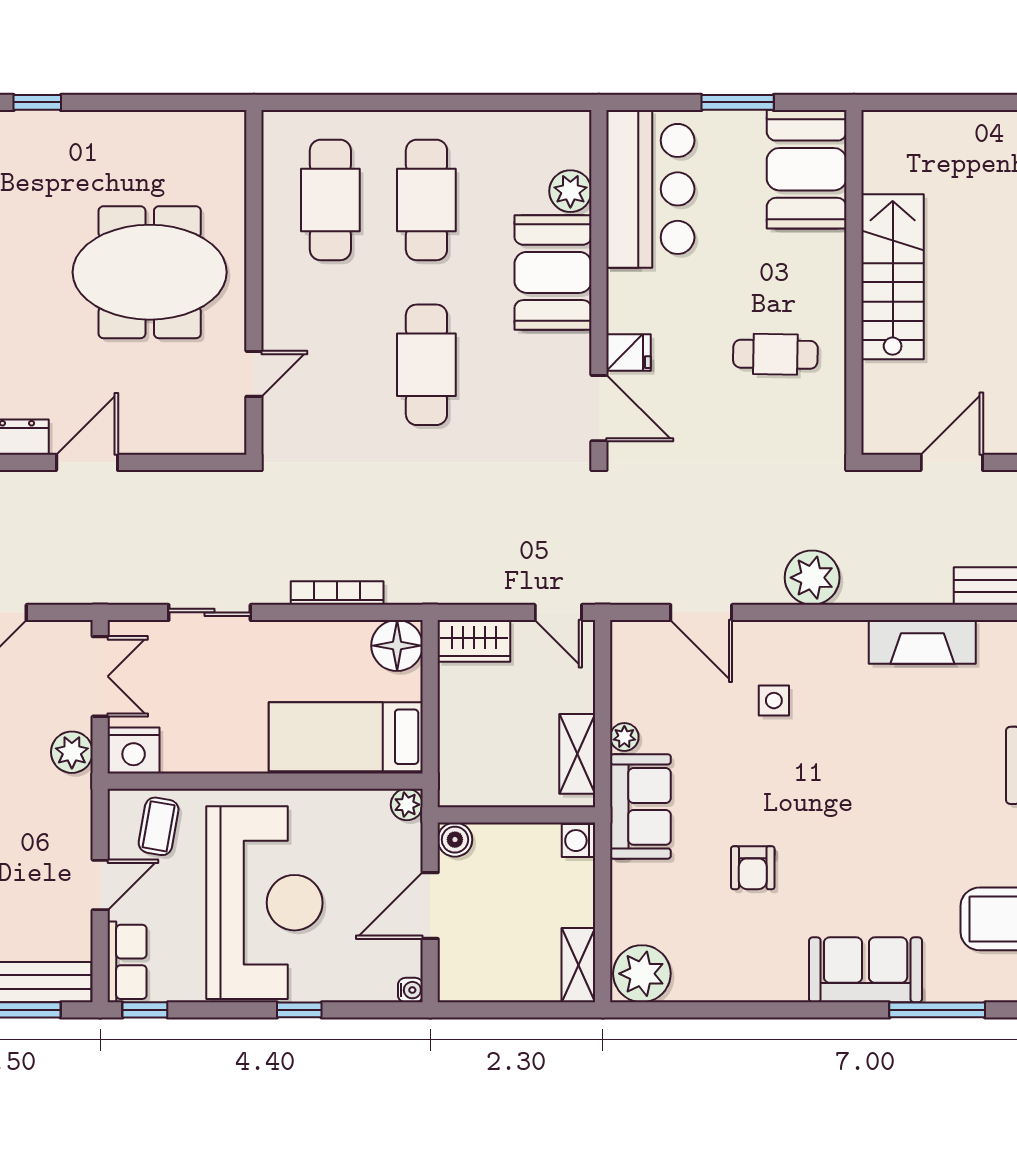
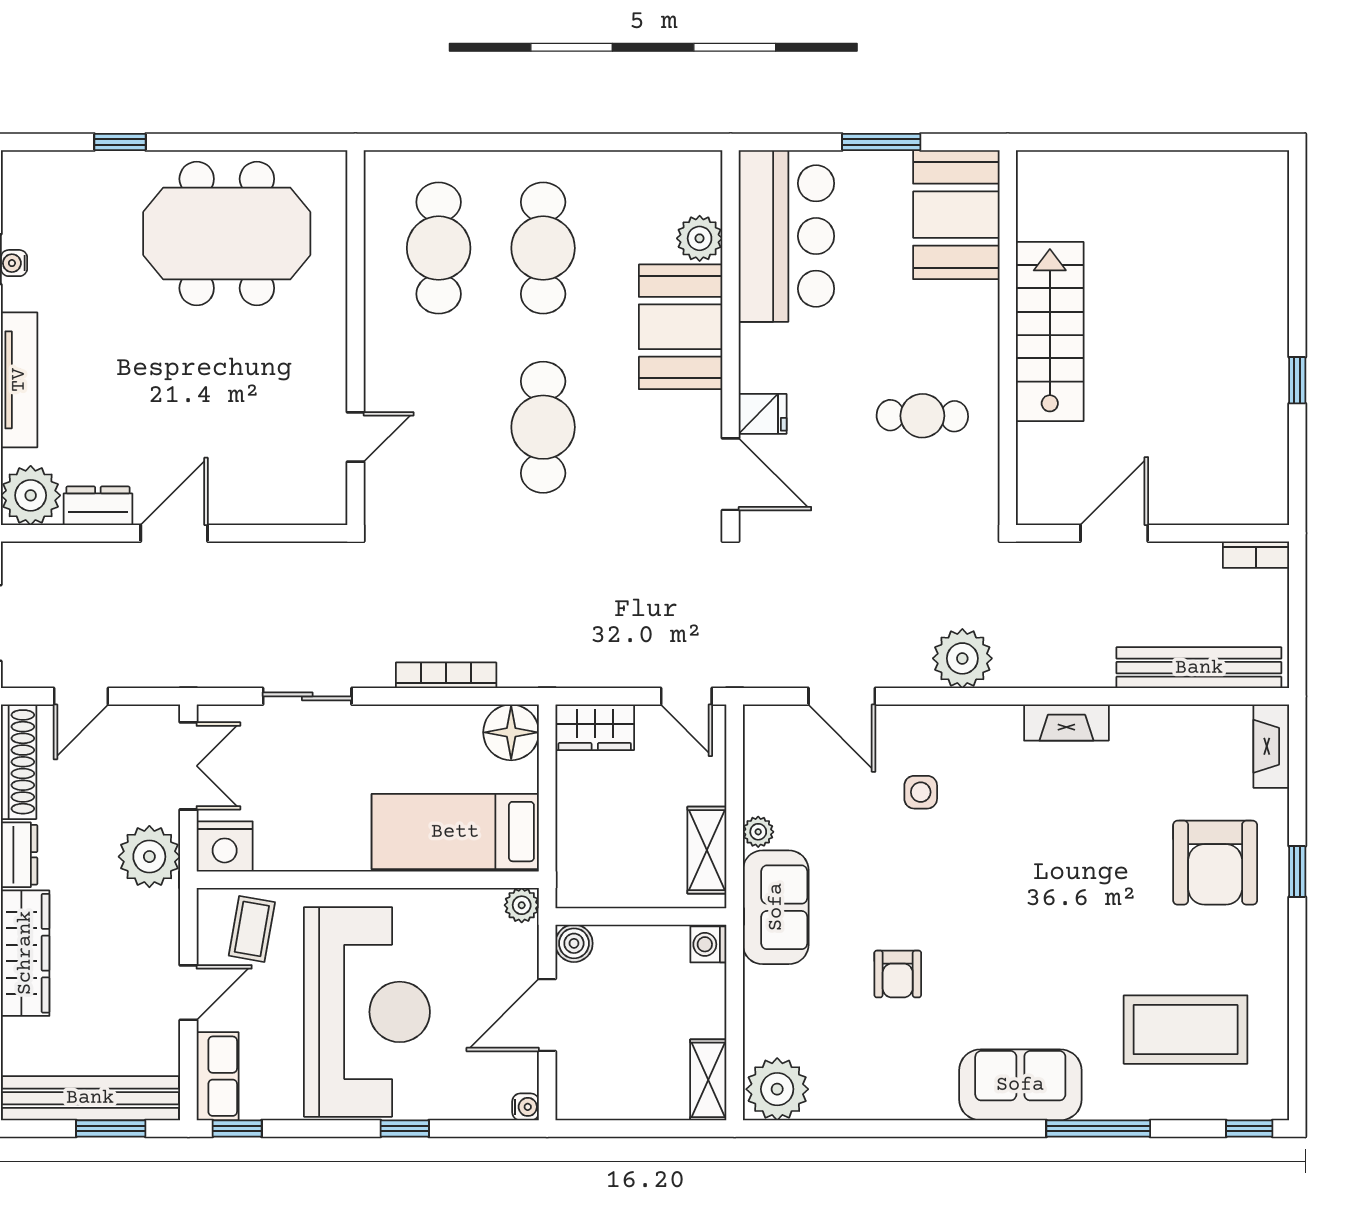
meeting table: (150, 272) -> (227, 234), moved
fireplace: (922, 642) -> (1066, 723), width x0.73, depth x0.76
plant: (72, 752) -> (149, 857), width x1.36, depth x1.36

